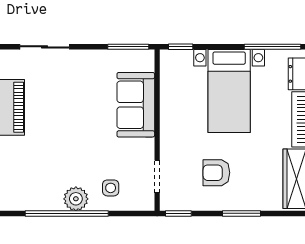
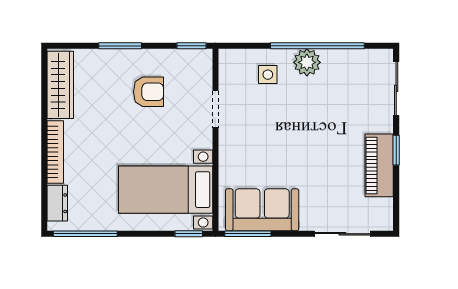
bed with nightstands: (229, 91) -> (166, 190), moved, turned -90
sofa: (136, 105) -> (262, 210), moved, turned -90
doorway: (157, 177) -> (215, 109), moved

